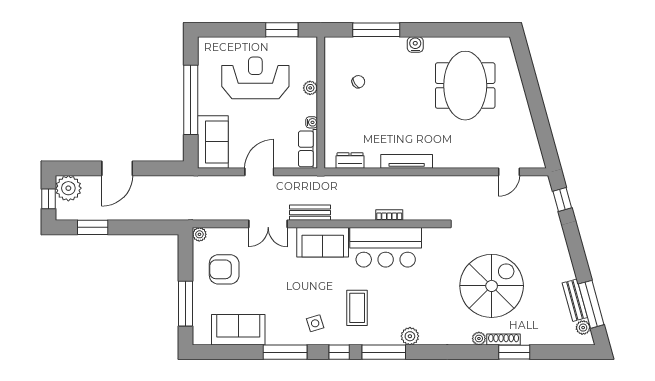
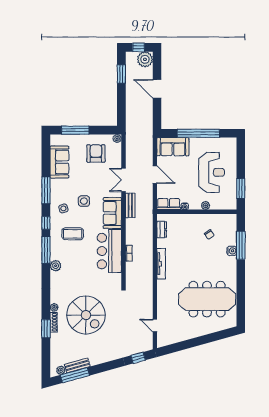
water cooler: (415, 45) -> (232, 251), moved
meeting table: (465, 86) -> (207, 299), width x1.36
side table: (303, 289) -> (84, 201), added

